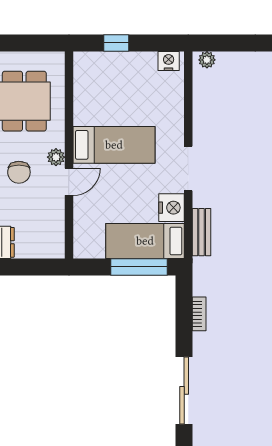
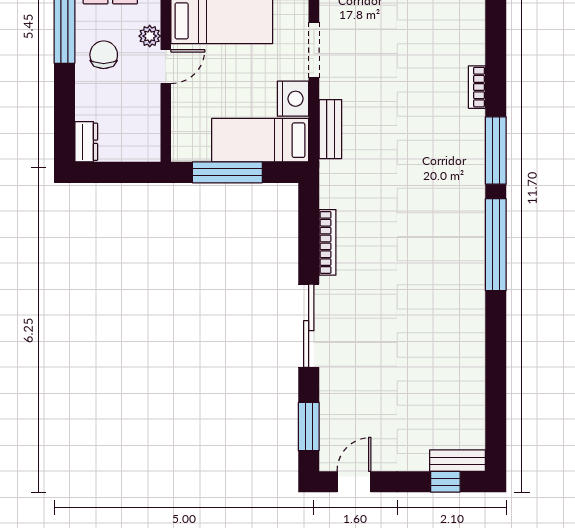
chair: (19, 172) -> (104, 55), turned 180
window: (139, 267) -> (227, 172), moved
bookcase: (199, 314) -> (328, 242), width x1.56

